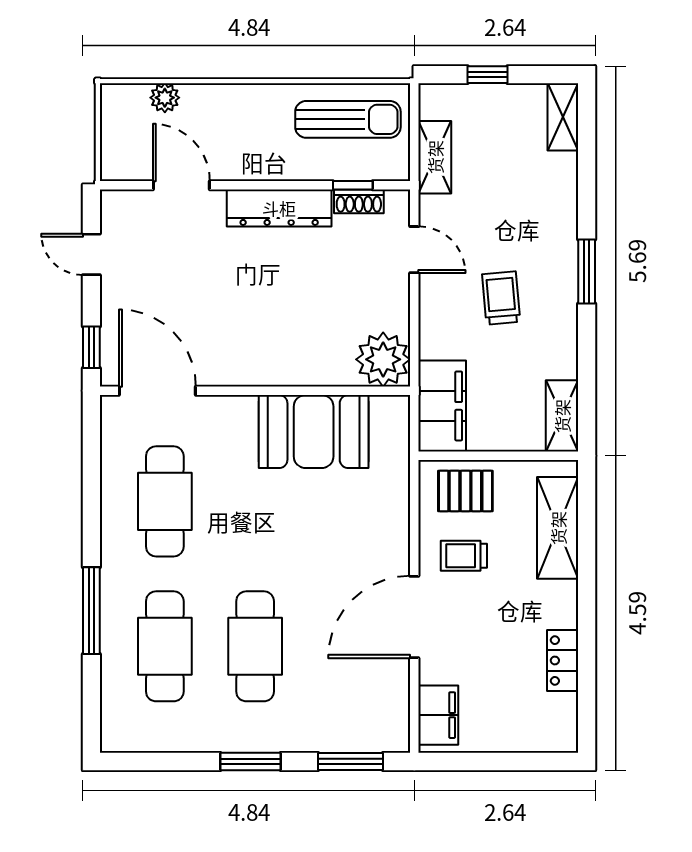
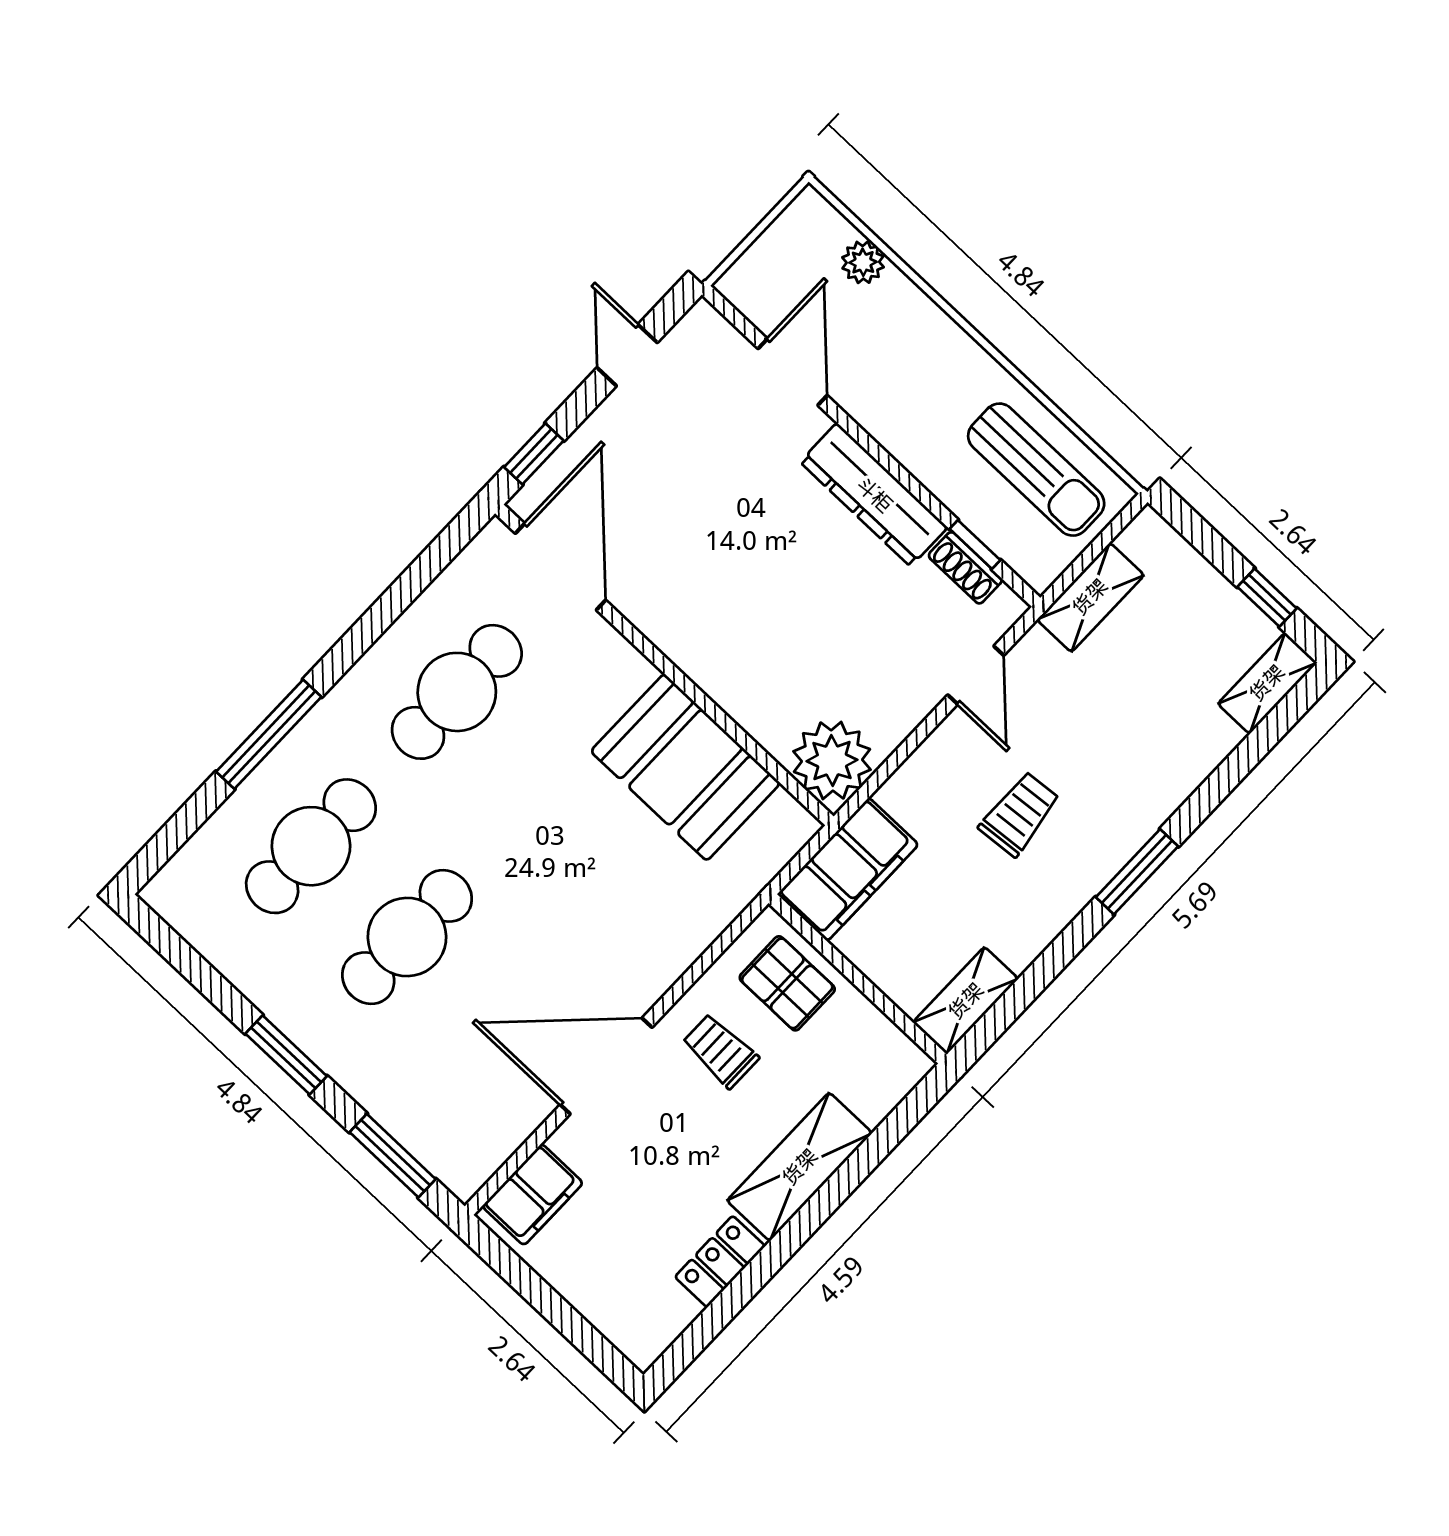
window: (487, 75) -> (1267, 598), moved
shelving: (558, 528) -> (800, 1167), moved

